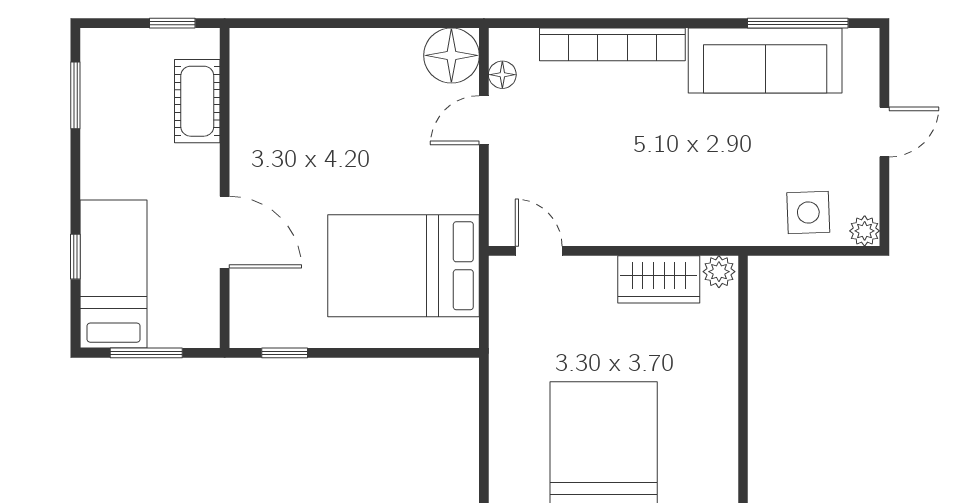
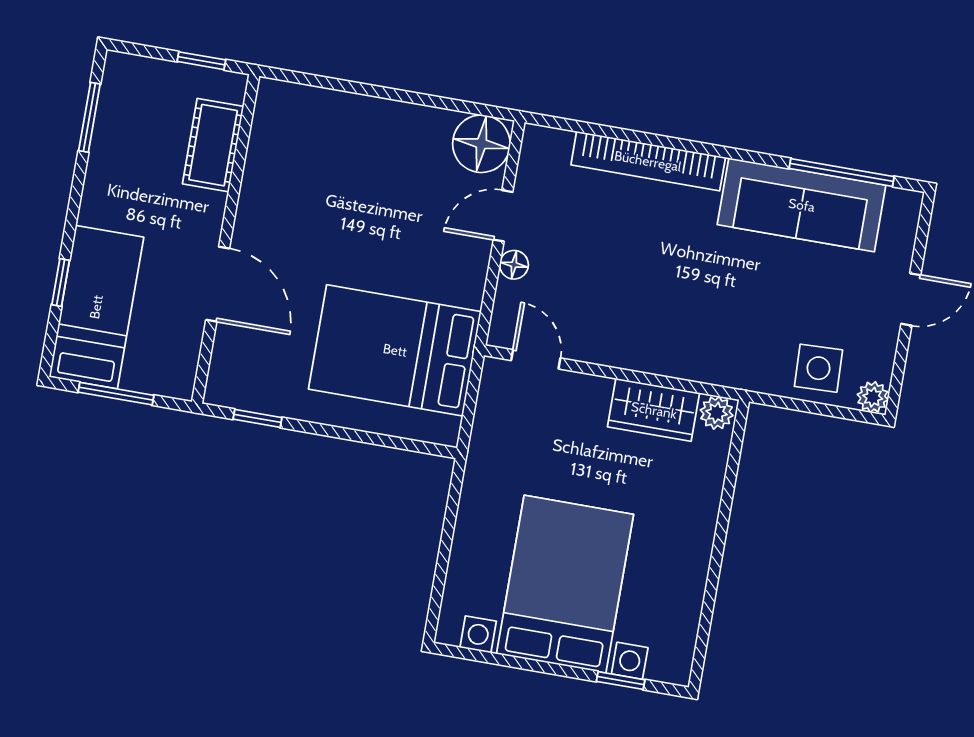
floor lamp: (502, 75) -> (514, 265), moved

